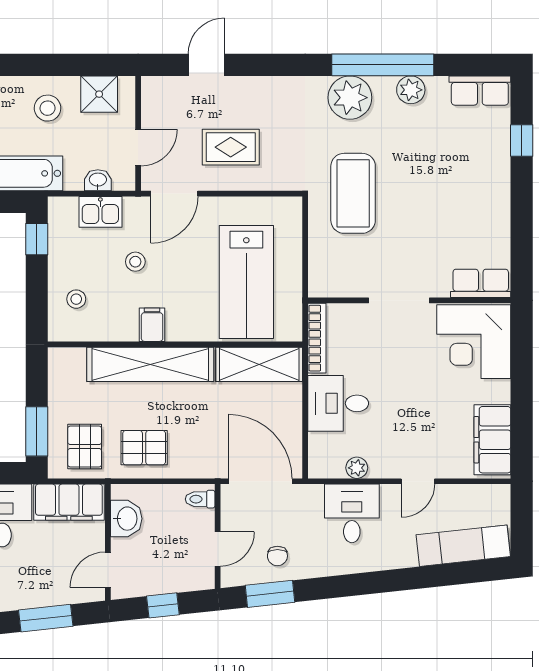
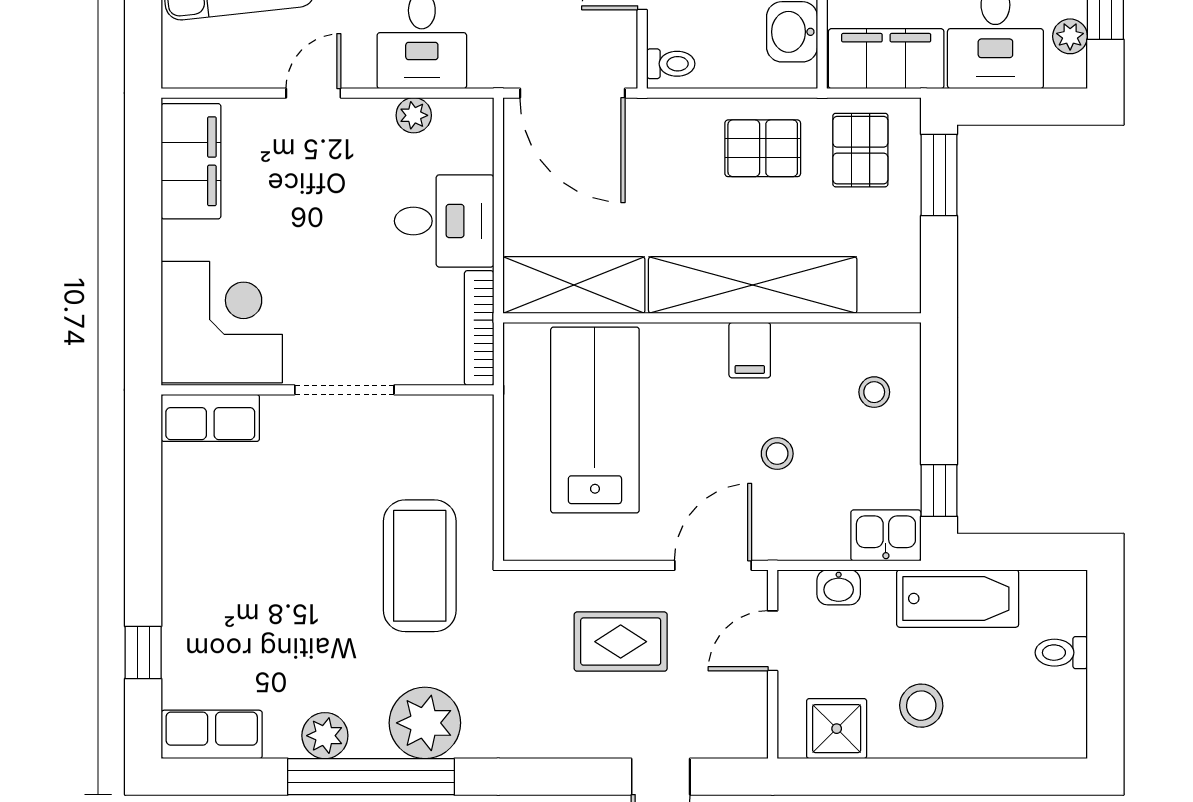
kitchen sink: (100, 212) -> (886, 535), moved

